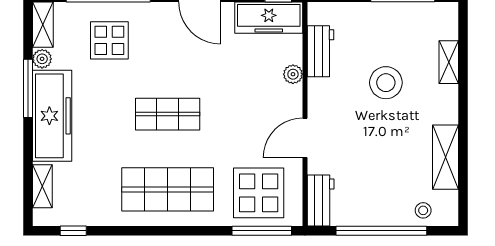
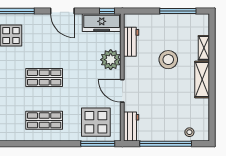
plant: (293, 74) -> (111, 60), width x1.88, depth x1.88
door: (305, 138) -> (122, 91), hinge flipped
shelving: (445, 157) -> (202, 80), moved
shop shelf: (168, 189) -> (44, 120), width x0.70, depth x0.74

